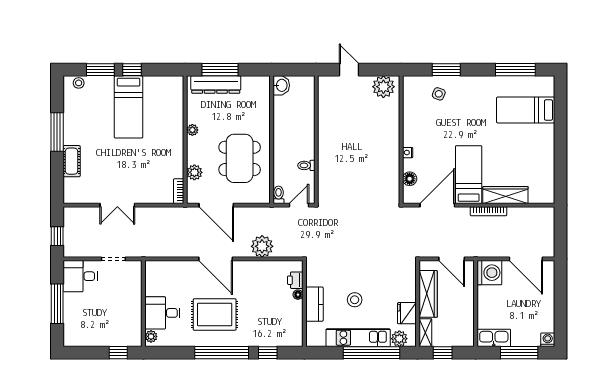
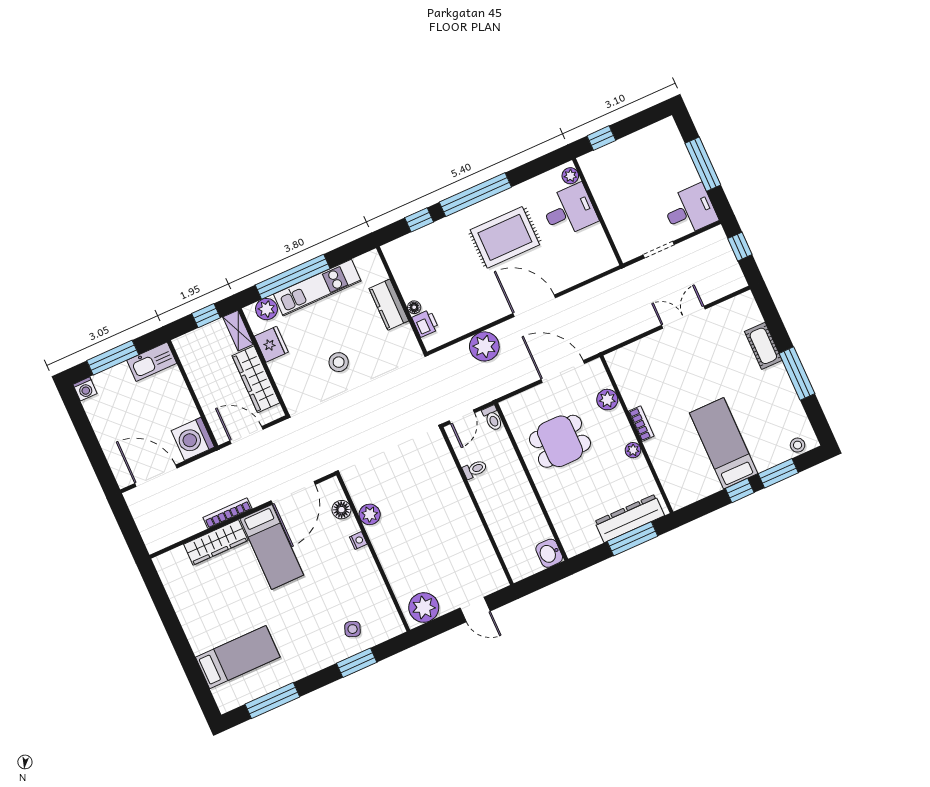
dining table: (240, 158) -> (560, 441), width x0.73
plant: (392, 167) -> (370, 514), added
bookcase: (179, 191) -> (641, 424), moved
stool: (355, 300) -> (339, 362), moved

